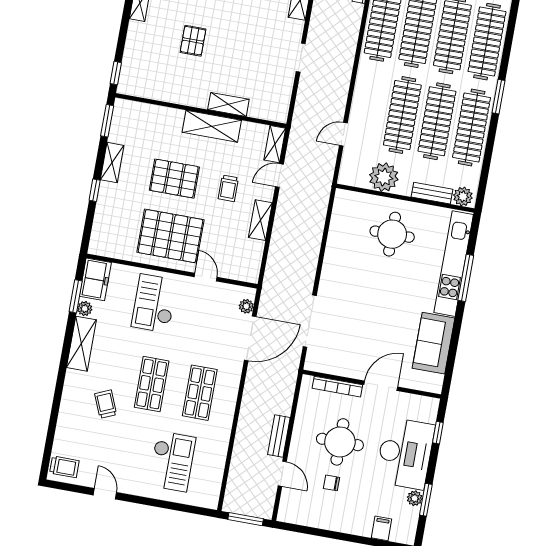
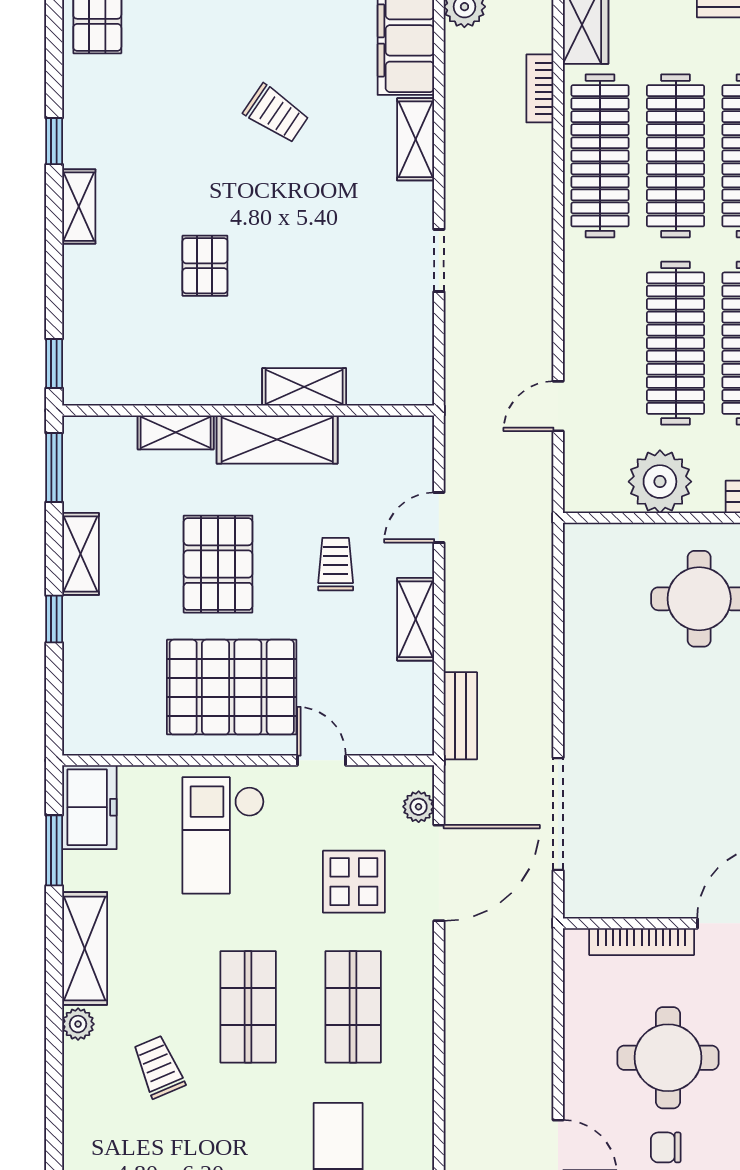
shelving: (275, 144) -> (176, 432), moved, turned 90
pallet: (174, 179) -> (218, 564), turned 90
trolley: (228, 188) -> (336, 564), turned 180
plant: (85, 309) -> (78, 1024), moved
display table: (210, 335) -> (354, 882), added
bench: (279, 436) -> (460, 716), moved

